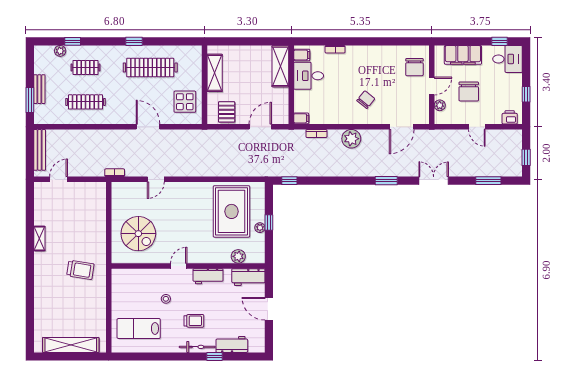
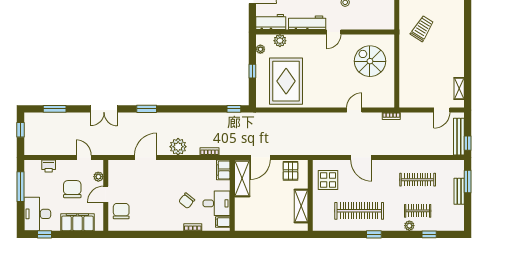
plant: (60, 51) -> (409, 226), moved
desk: (508, 59) -> (37, 214), width x1.37
shelving: (280, 66) -> (242, 178), moved
window: (526, 94) -> (21, 187), width x2.17
chair: (366, 100) -> (187, 201), moved
printer: (510, 117) -> (49, 166), moved
filing cabinet: (301, 118) -> (223, 170), width x2.00
door: (402, 127) -> (146, 157), moved
door: (477, 127) -> (84, 157), moved
window: (30, 142) -> (468, 143), added
plant: (260, 228) -> (260, 49), moved
shelving: (39, 238) -> (459, 88), moved
trolley: (80, 270) -> (422, 28), turned 113
workbench: (208, 276) -> (307, 23), width x1.38

